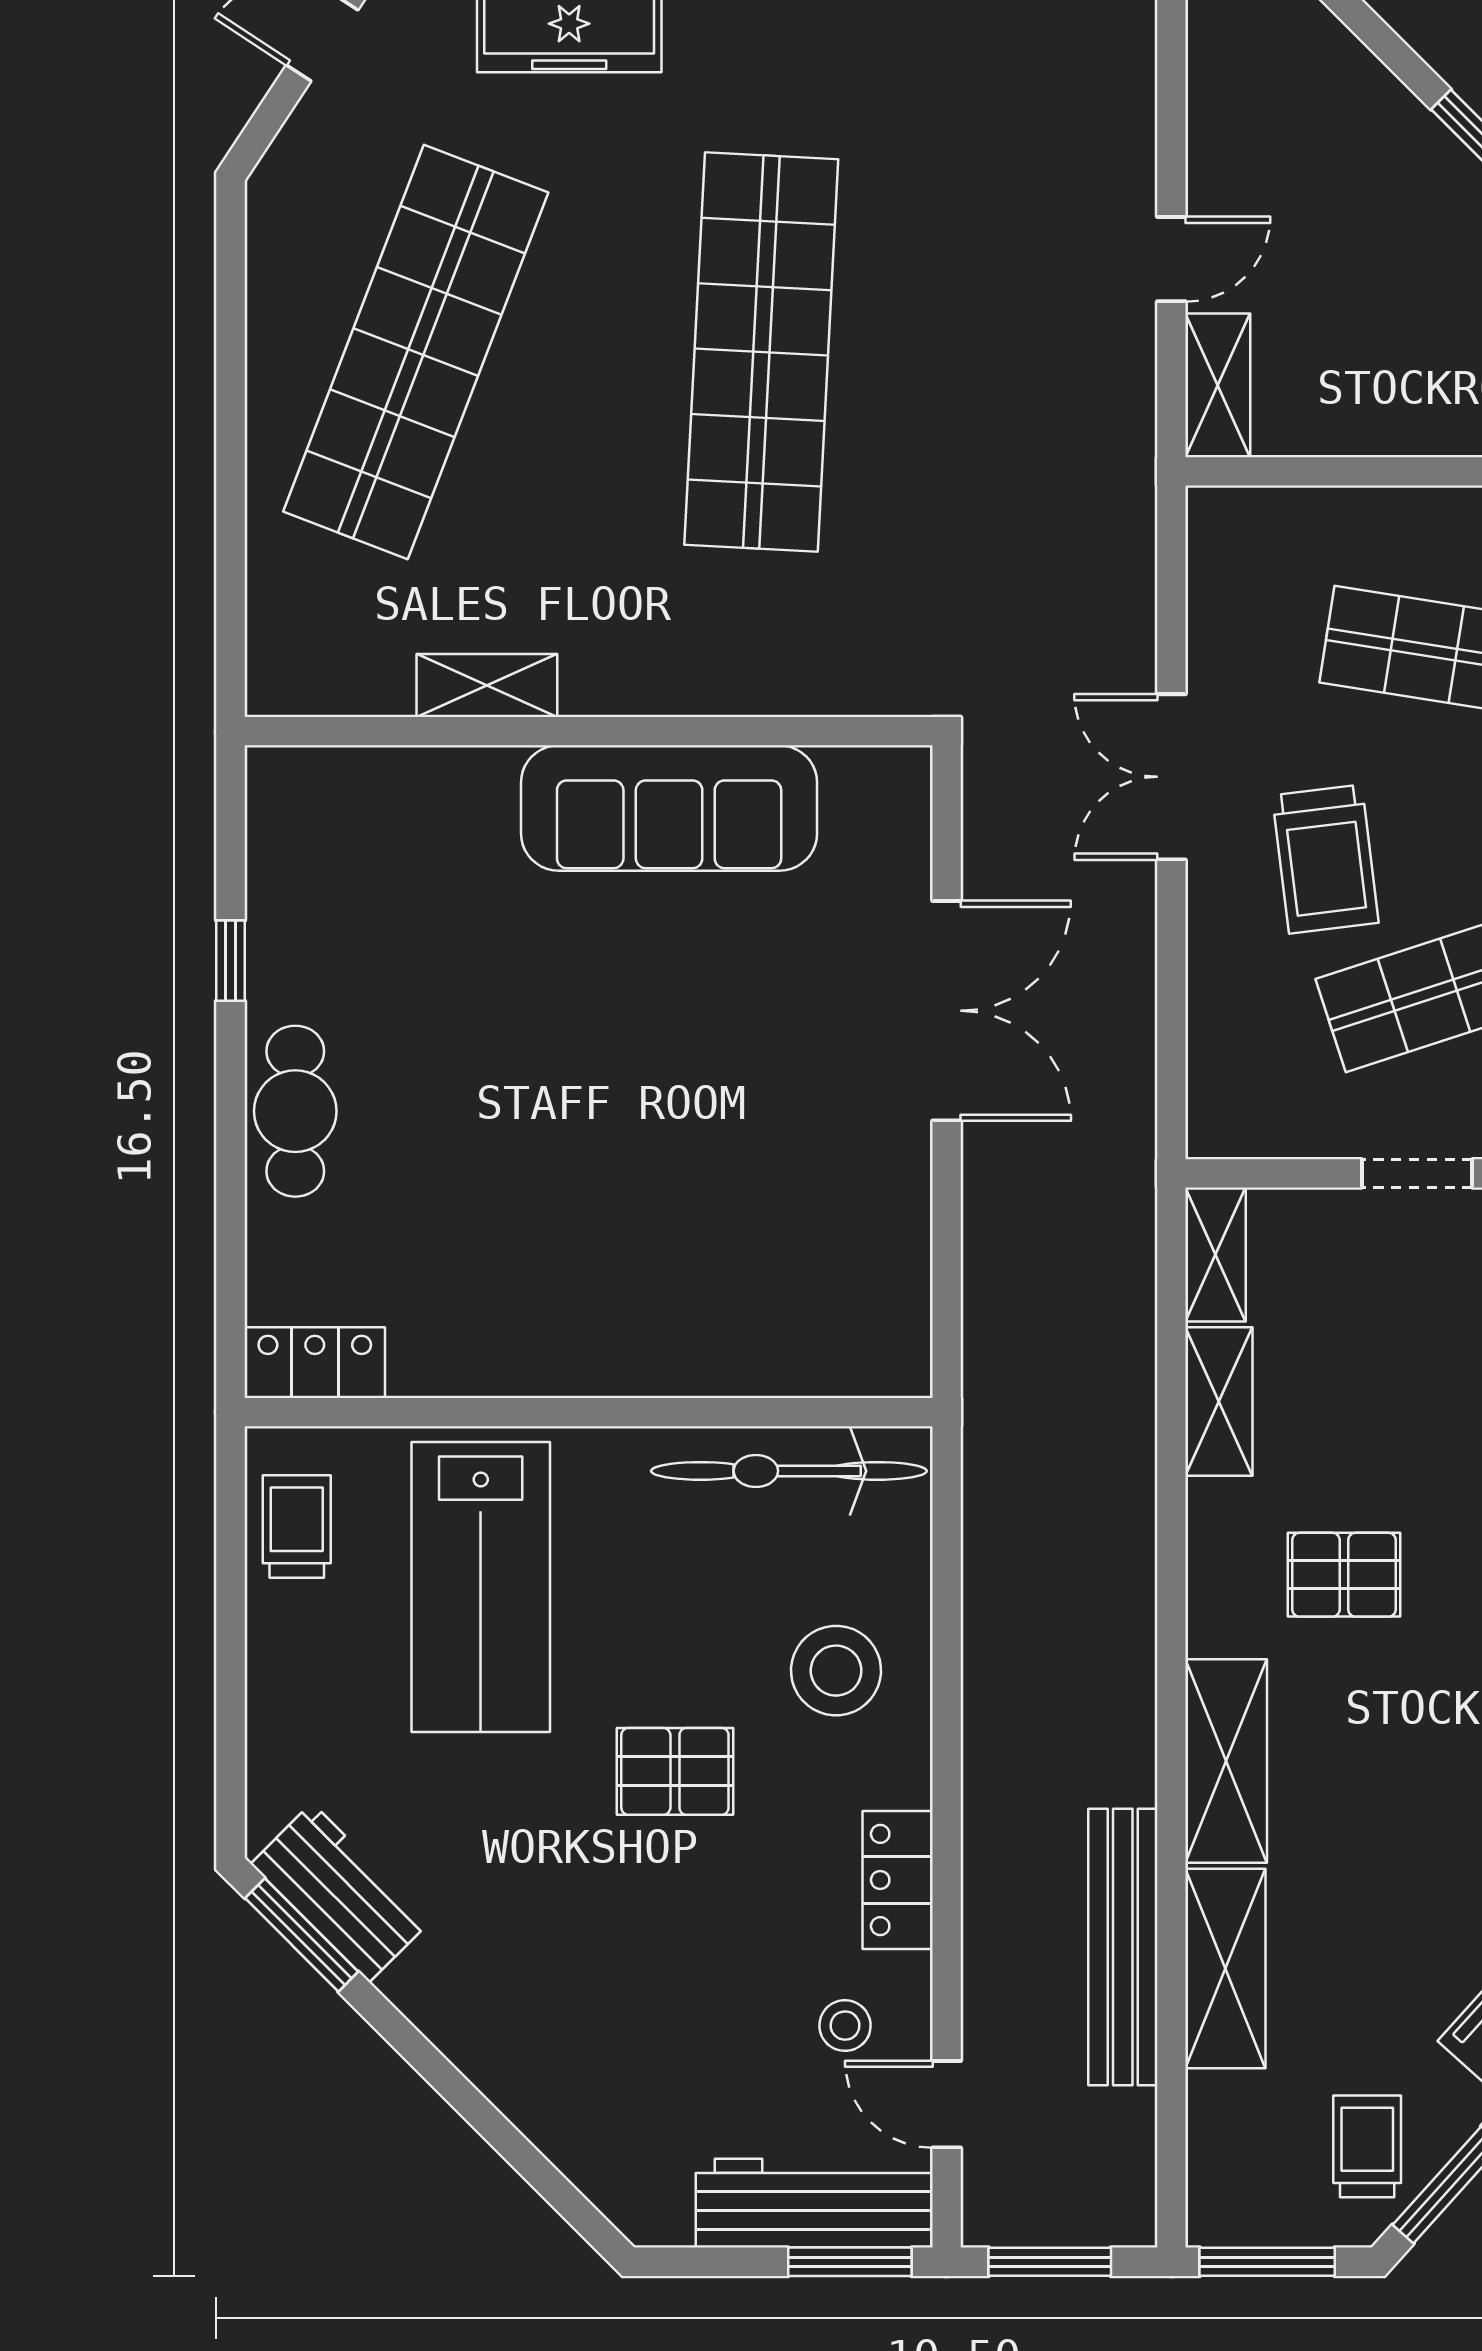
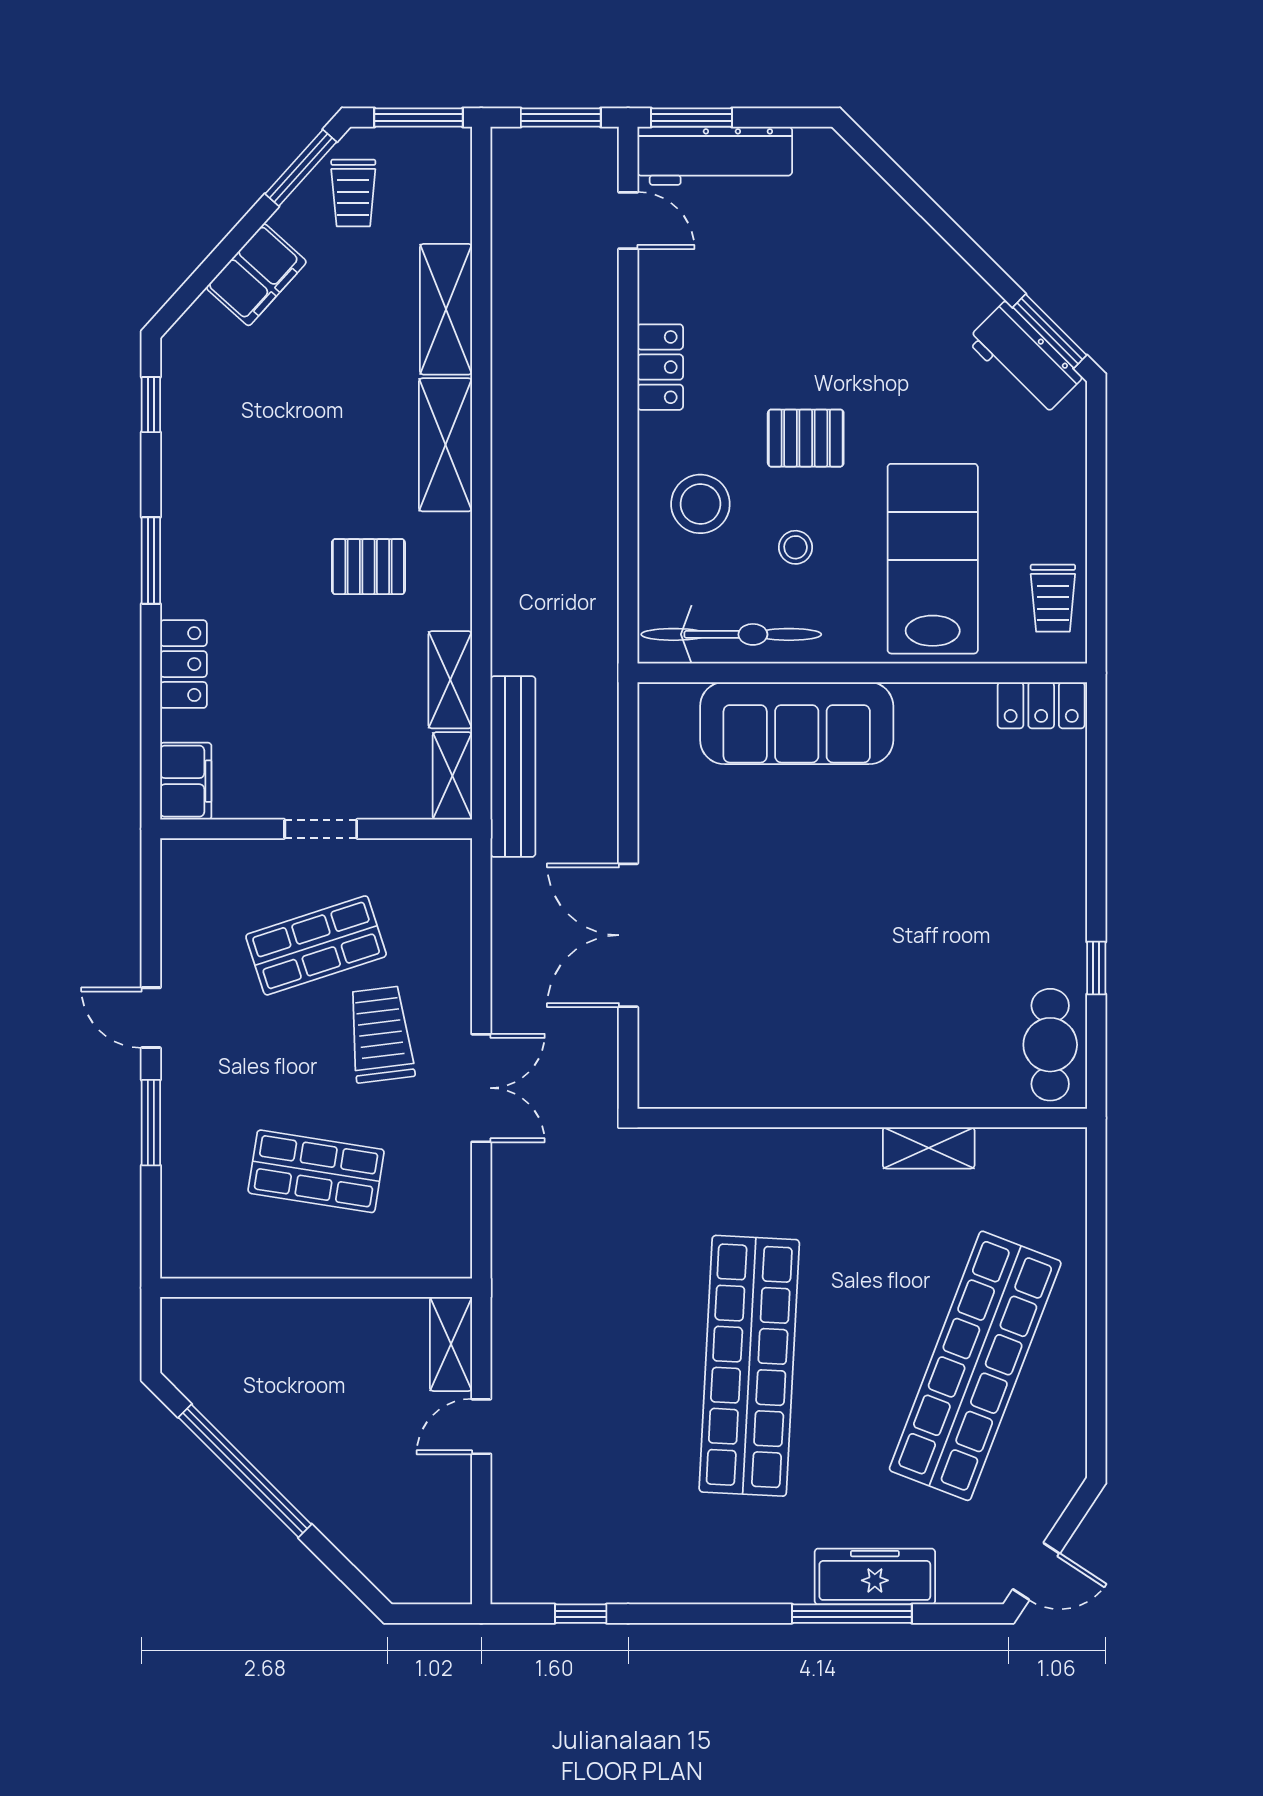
sofa: (669, 808) -> (797, 723), moved, turned 180
cafe table: (295, 1111) -> (1050, 1045), moved
bench: (1123, 1947) -> (513, 767), moved
stool: (845, 2026) -> (796, 547), moved

